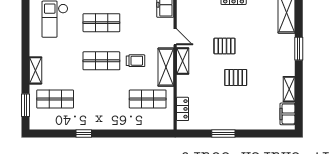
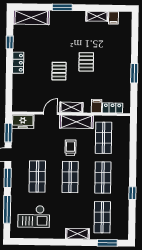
filing cabinet: (184, 90) -> (97, 106), added
shop shelf: (101, 99) -> (103, 177), added
filing cabinet: (287, 114) -> (114, 18), width x0.50

